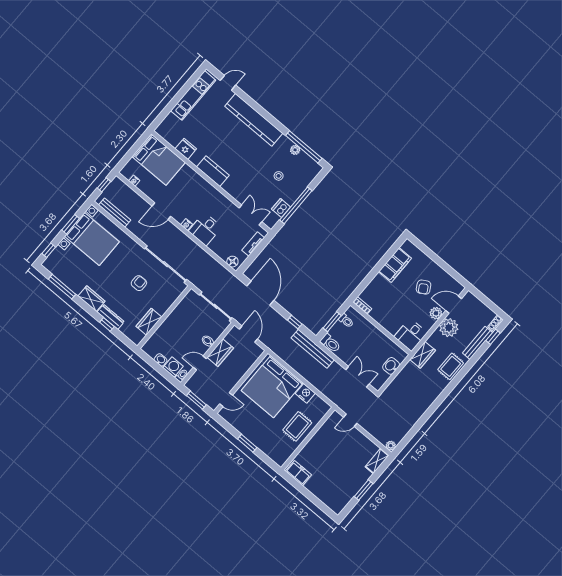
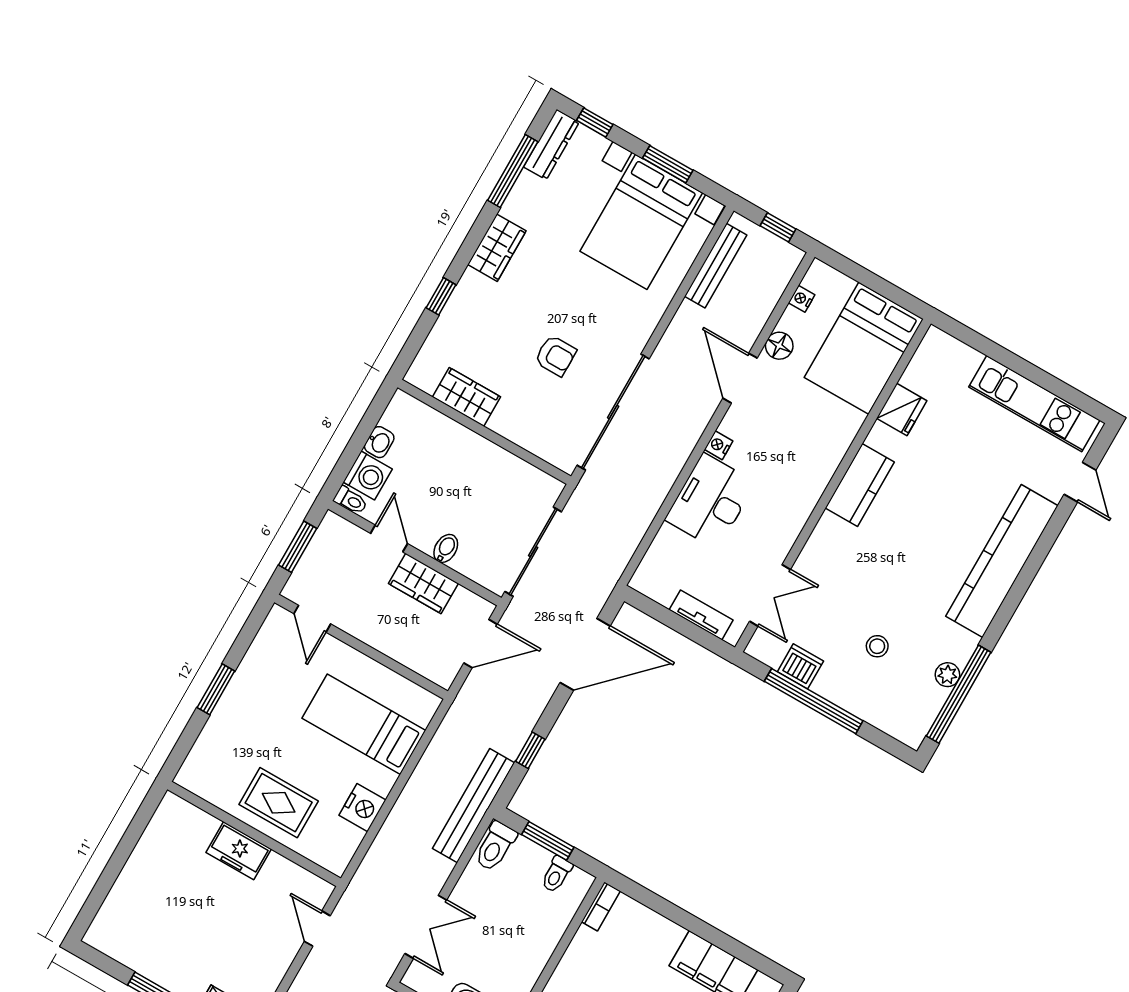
desk: (205, 229) -> (710, 501), width x1.37
floor lamp: (232, 262) -> (779, 346), moved
dresser: (111, 317) -> (551, 145), moved
bed: (272, 387) -> (364, 724), width x0.49
freezer: (298, 473) -> (239, 851), moved, turned 90

